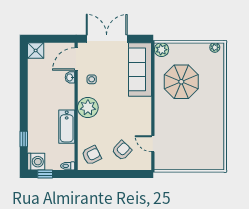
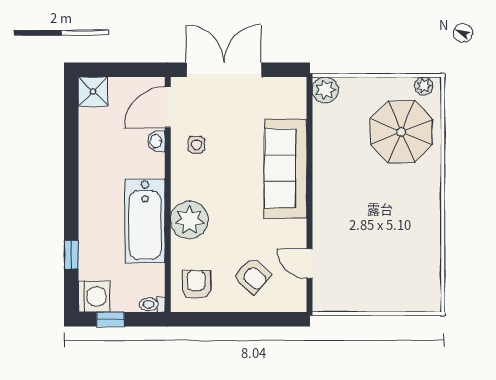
sofa: (140, 69) -> (286, 169), moved
parasol: (181, 82) -> (401, 132), moved
plant: (88, 107) -> (189, 220), moved
bathtub: (67, 127) -> (145, 221), width x1.36, depth x1.36
armchair: (122, 150) -> (252, 276), turned 86
armchair: (92, 155) -> (196, 285), turned -63

